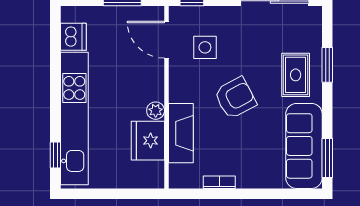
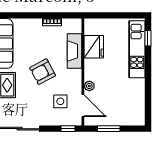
dishwasher: (73, 37) -> (137, 107), removed
plant: (156, 111) -> (89, 86), moved
kitchen unit: (74, 118) -> (137, 49), width x0.73

